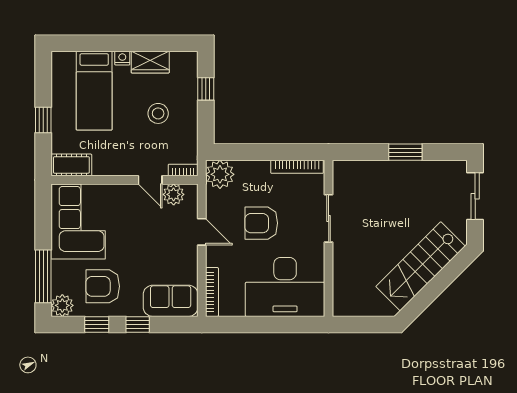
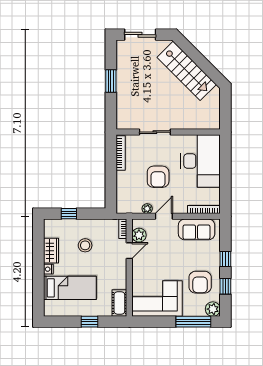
plant: (220, 174) -> (147, 209), moved, width x0.53, depth x0.53
sofa: (171, 301) -> (197, 229), moved, turned -90

